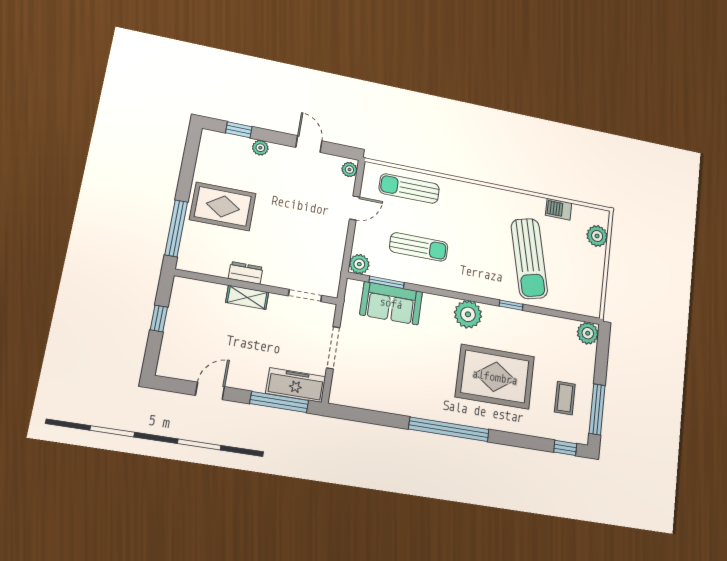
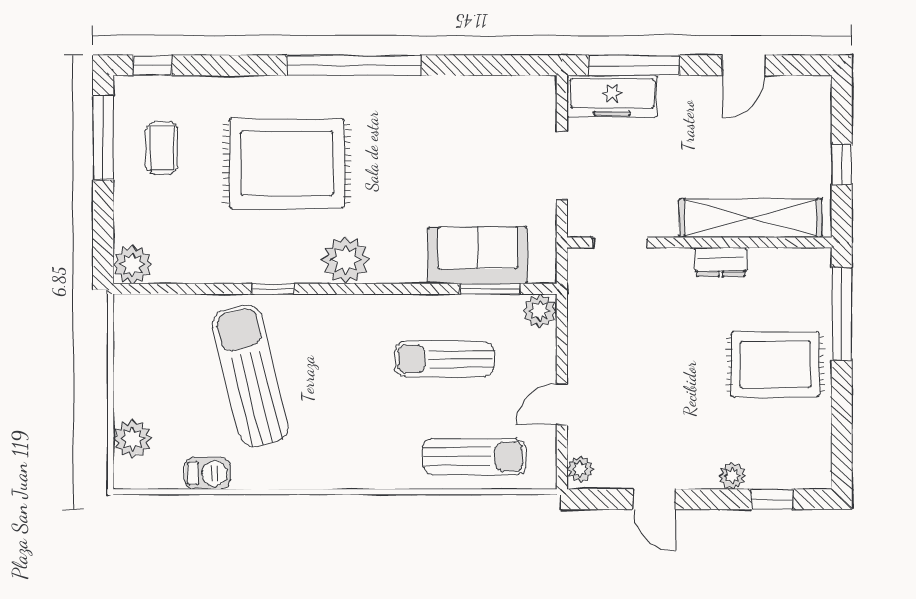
shelving: (247, 297) -> (750, 218), width x2.20, depth x1.33

